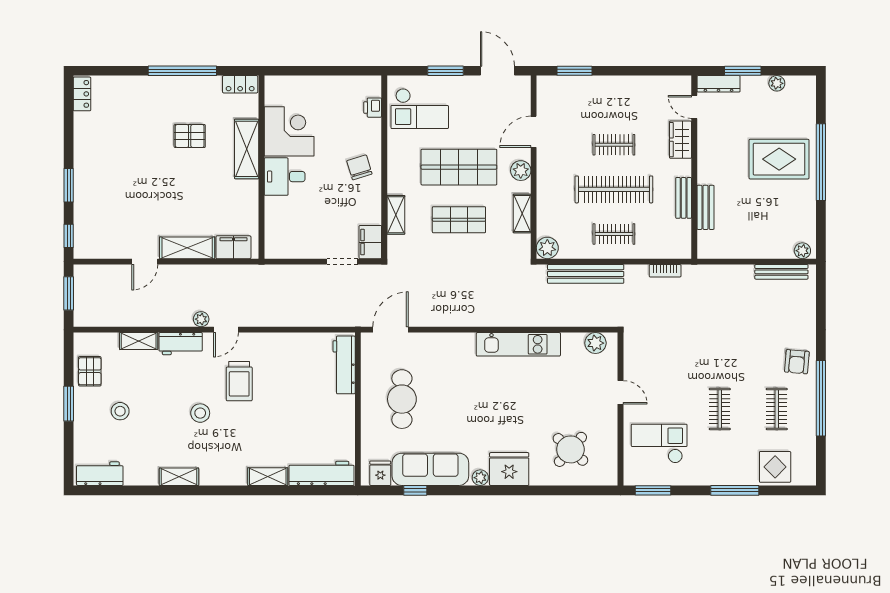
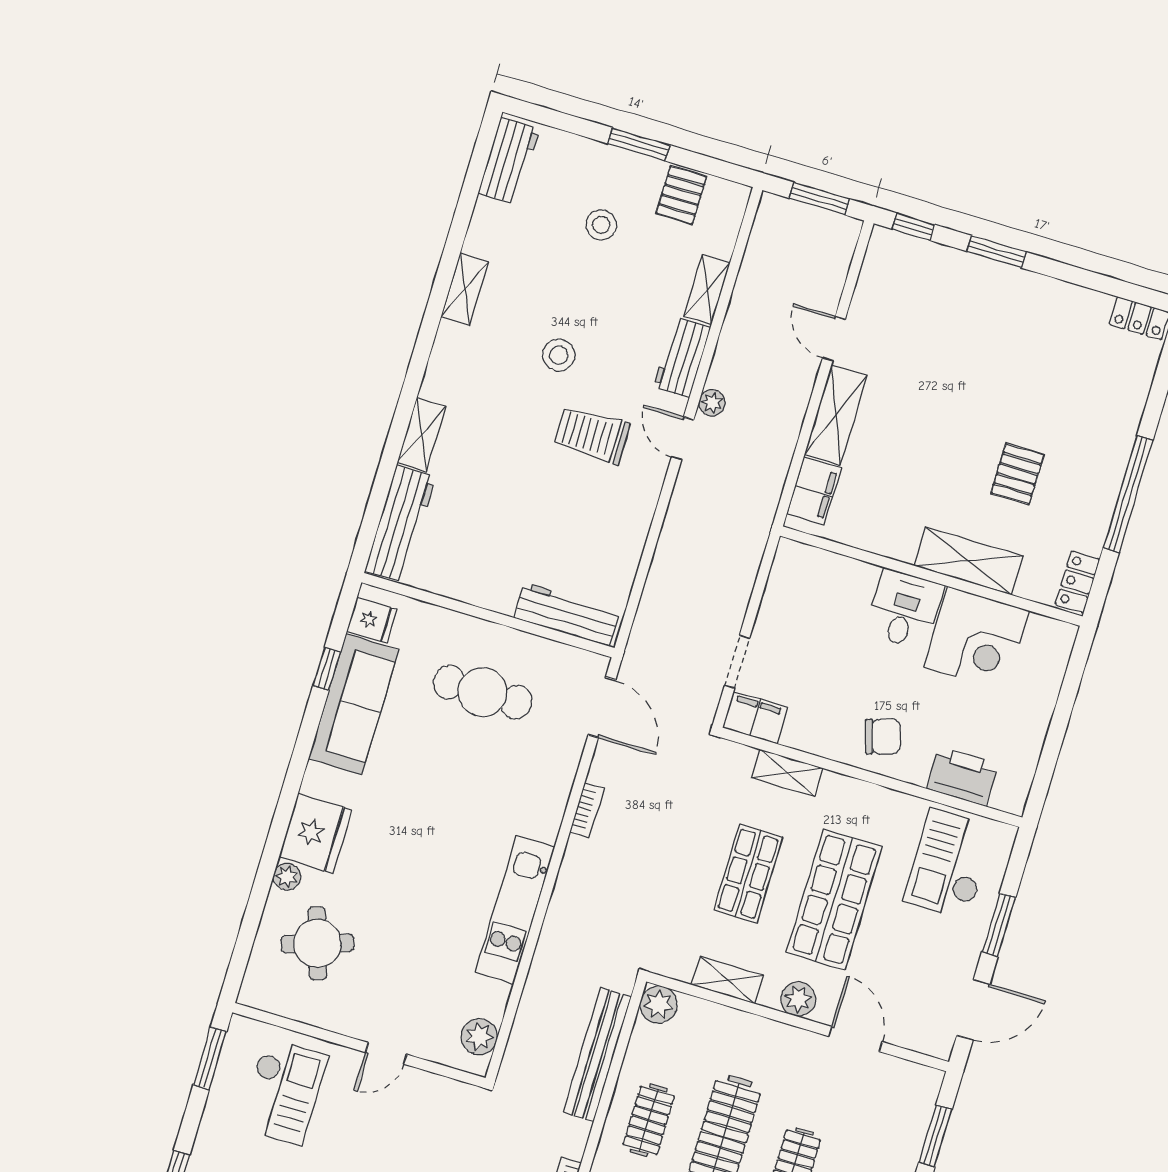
printer: (373, 108) -> (962, 776), width x1.87, depth x1.48
bookcase: (450, 321) -> (587, 810), added
pallet: (90, 371) -> (681, 195), turned 90
round table: (570, 449) -> (317, 943), turned 30
plant: (480, 478) -> (287, 877), moved

